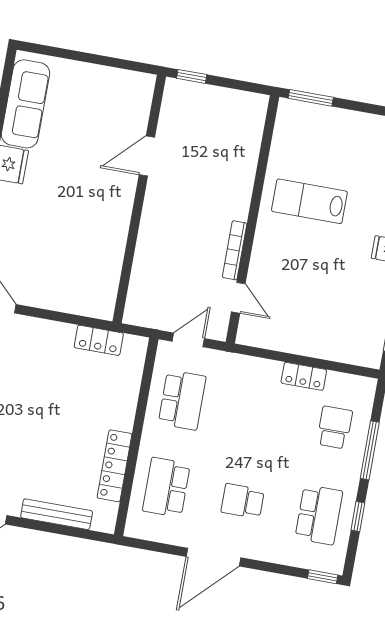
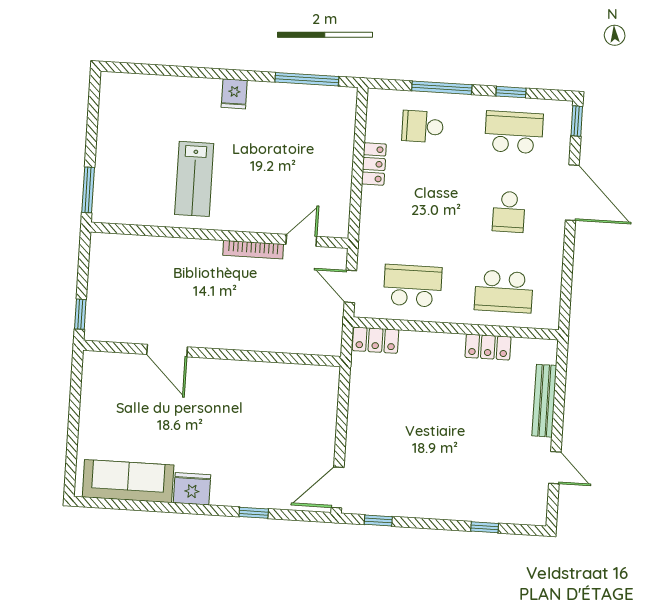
locker: (99, 340) -> (376, 340), moved, turned 90
locker: (115, 466) -> (488, 347), width x0.66
door: (213, 557) -> (572, 193), moved

